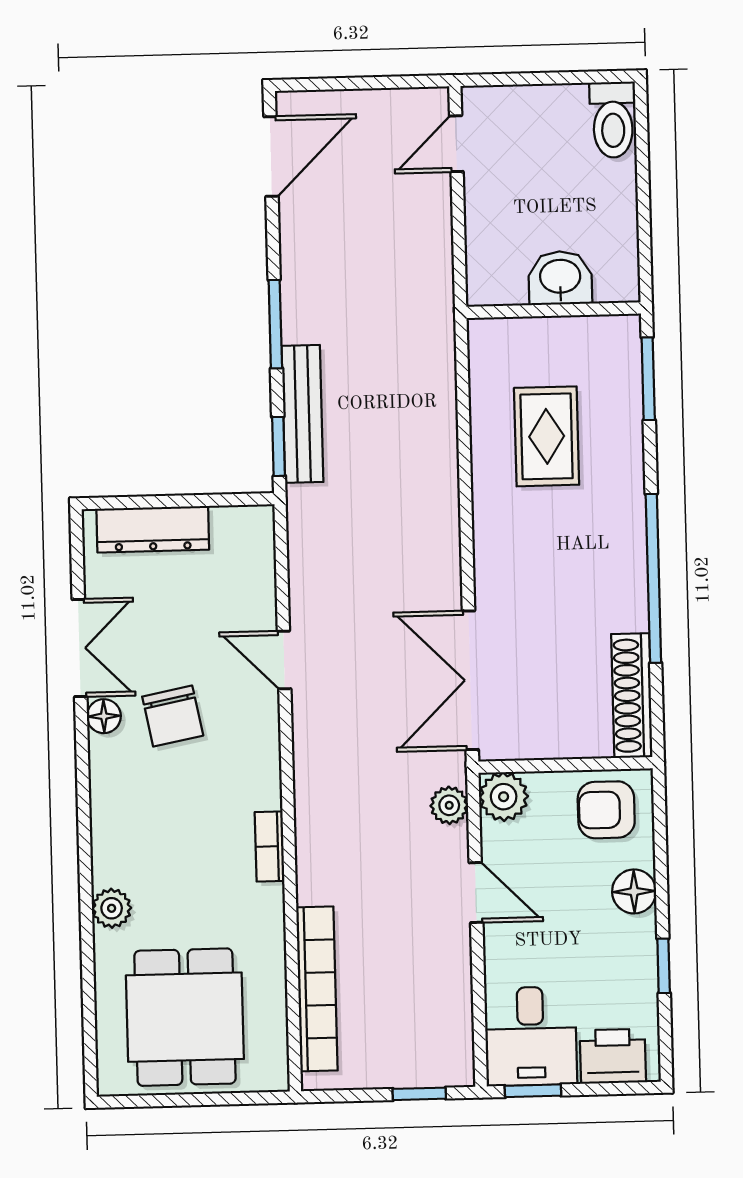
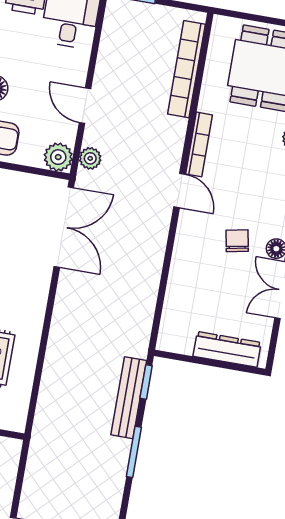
door: (284, 660) -> (179, 190), moved
chair: (173, 716) -> (237, 241), width x0.73, depth x0.73
bookcase: (270, 846) -> (199, 144), width x1.56

